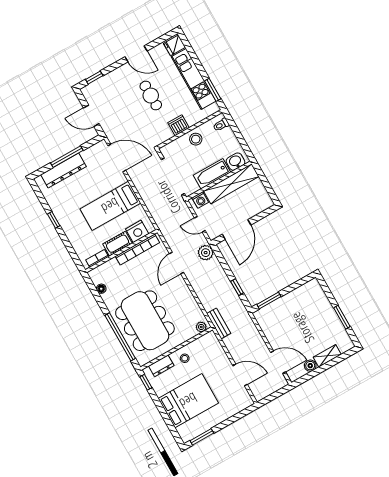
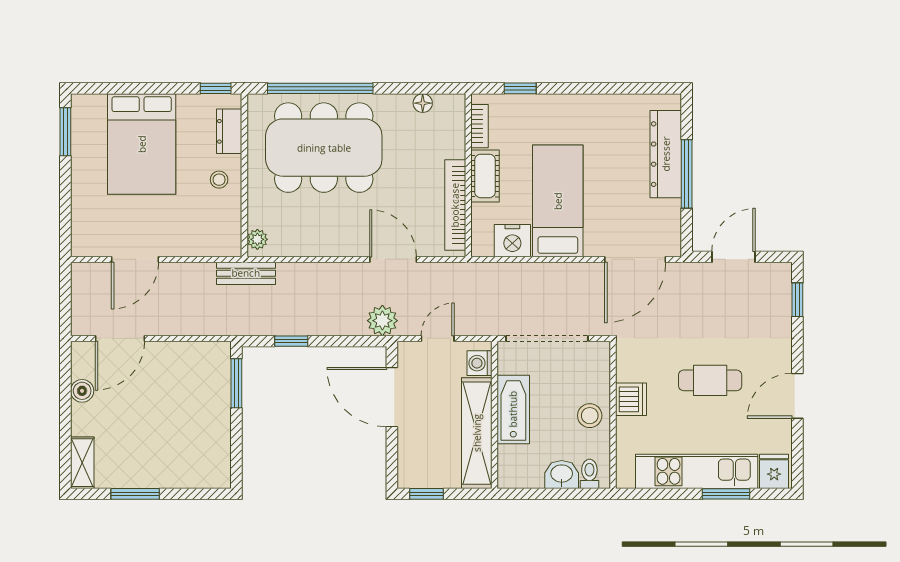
window: (213, 90) -> (726, 494), moved
washbasin: (236, 162) -> (562, 474), moved, turned -90
window: (270, 191) -> (427, 494), added
window: (54, 220) -> (520, 88), moved
nightstand: (137, 231) -> (512, 241), moved, turned -90
shelving: (327, 356) -> (82, 463), moved

